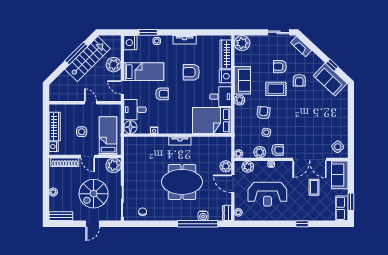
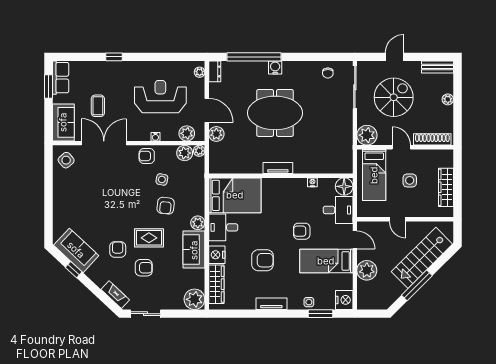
stairs: (88, 59) -> (422, 258), moved
nightstand: (54, 147) -> (447, 160), removed
plant: (260, 152) -> (185, 153), moved
water cooler: (203, 216) -> (275, 68), moved

